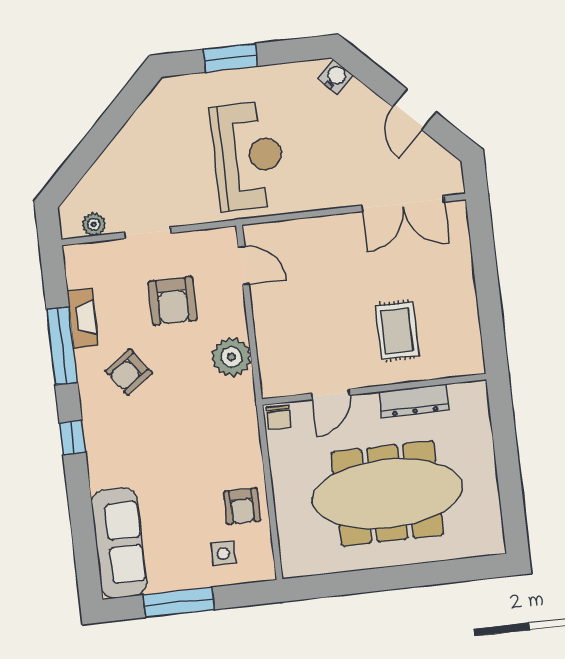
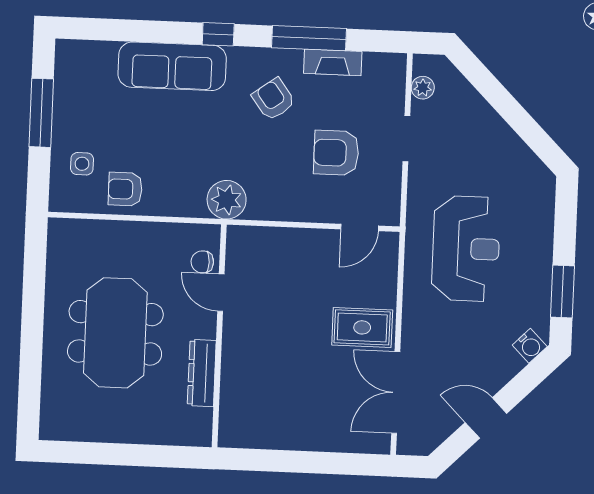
window: (230, 58) -> (562, 292), moved
reception desk: (248, 156) -> (466, 249), turned -90
rug: (397, 331) -> (362, 327), moved
plant: (231, 357) -> (227, 200), moved
chair: (279, 417) -> (202, 262), moved
meeting table: (387, 494) -> (115, 333), width x0.73
sofa: (119, 543) -> (172, 66), moved

